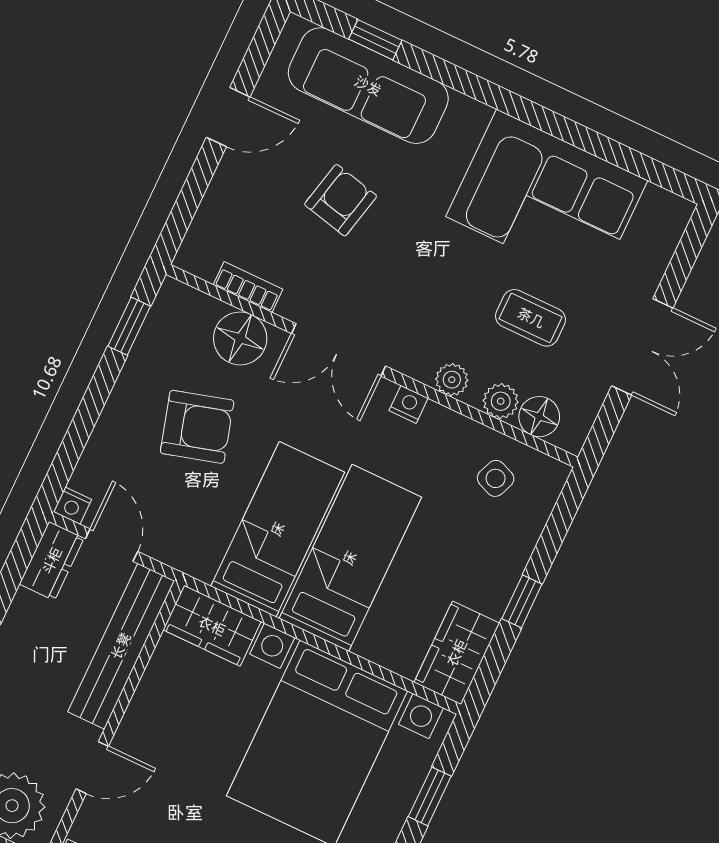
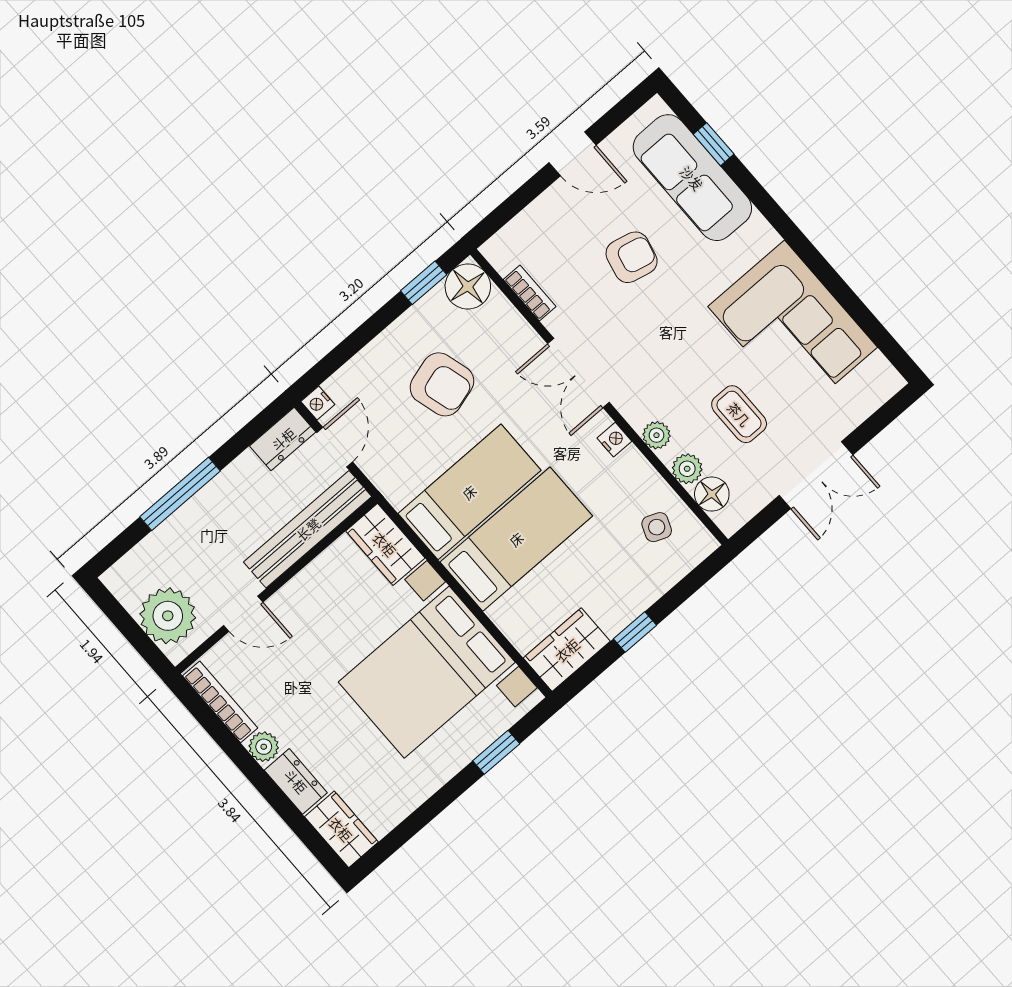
floor lamp: (240, 338) -> (468, 287), moved

